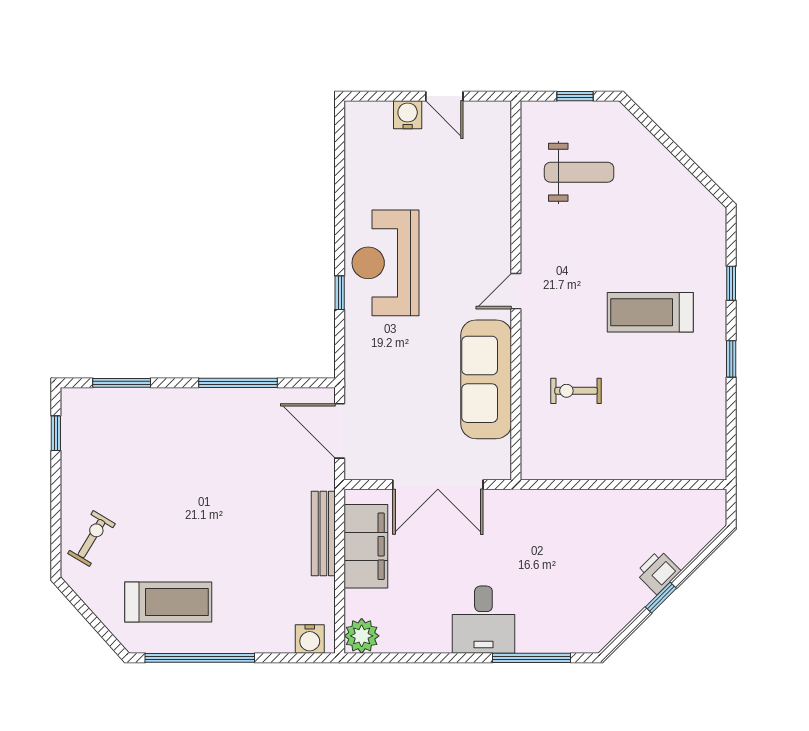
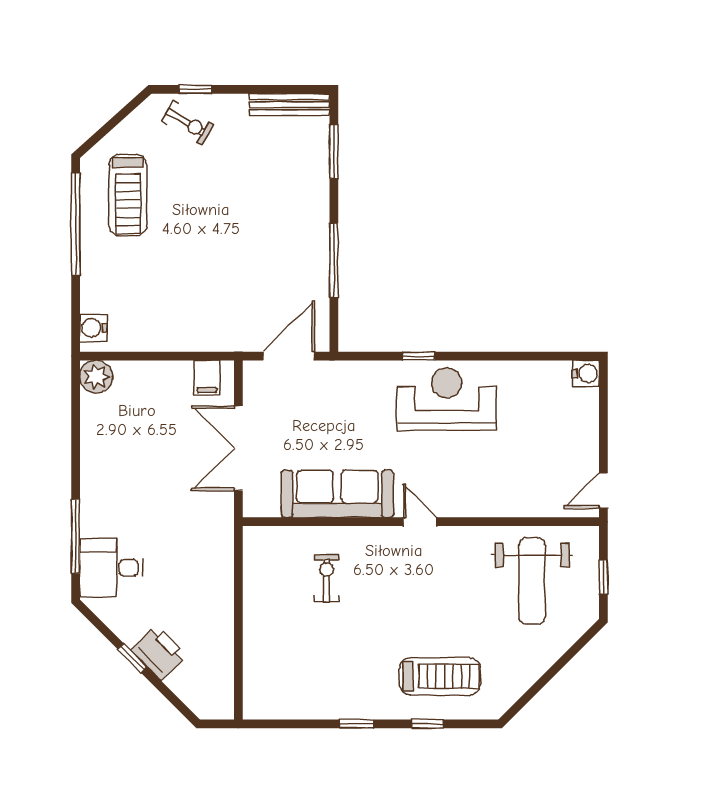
door: (444, 96) -> (603, 491), moved
water cooler: (408, 115) -> (586, 374), moved
weight bench: (579, 172) -> (532, 581), width x1.36, depth x1.33
treadmill: (650, 312) -> (440, 676), moved, turned 90
window: (56, 433) -> (195, 89), moved
bench: (323, 533) -> (289, 105), moved
filing cabinet: (366, 546) -> (207, 378), width x0.33, depth x0.86
printer: (658, 572) -> (159, 653), width x1.36, depth x1.24
desk: (483, 620) -> (111, 568), moved

